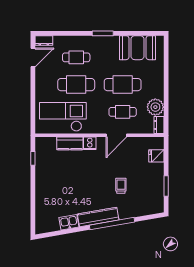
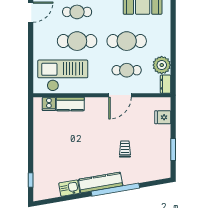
cooker: (90, 143) -> (49, 104), moved
window: (33, 158) -> (31, 180), moved

